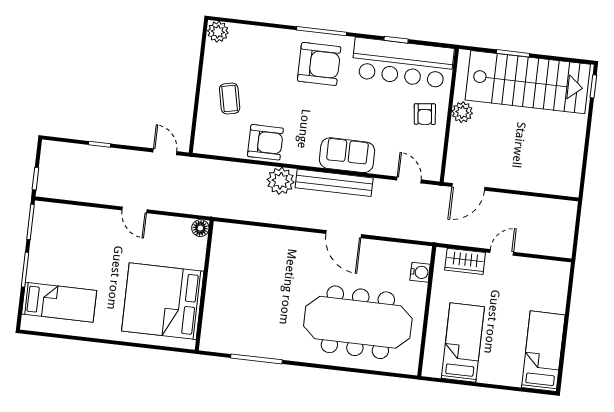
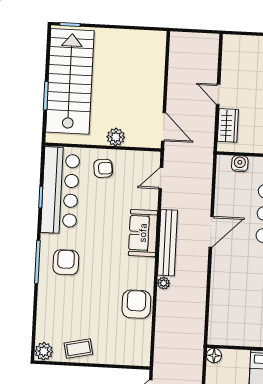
armchair: (319, 64) -> (66, 262), width x0.73, depth x0.73
coffee table: (230, 99) -> (78, 349), moved
plant: (462, 112) -> (116, 137), moved
plant: (281, 181) -> (164, 283), width x0.53, depth x0.53

